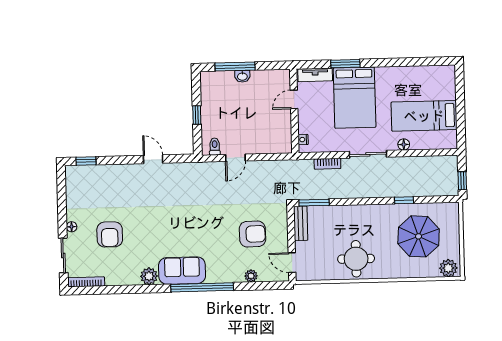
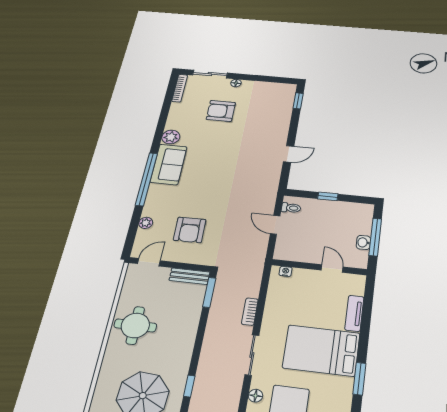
window: (345, 64) -> (359, 379), moved
door: (294, 99) -> (332, 269), moved
wall: (294, 111) -> (319, 267), moved
nightstand: (303, 140) -> (286, 271), moved

